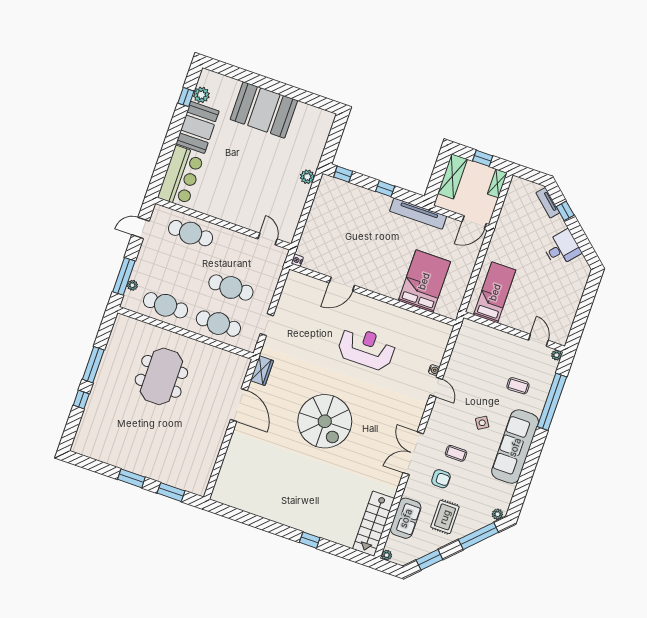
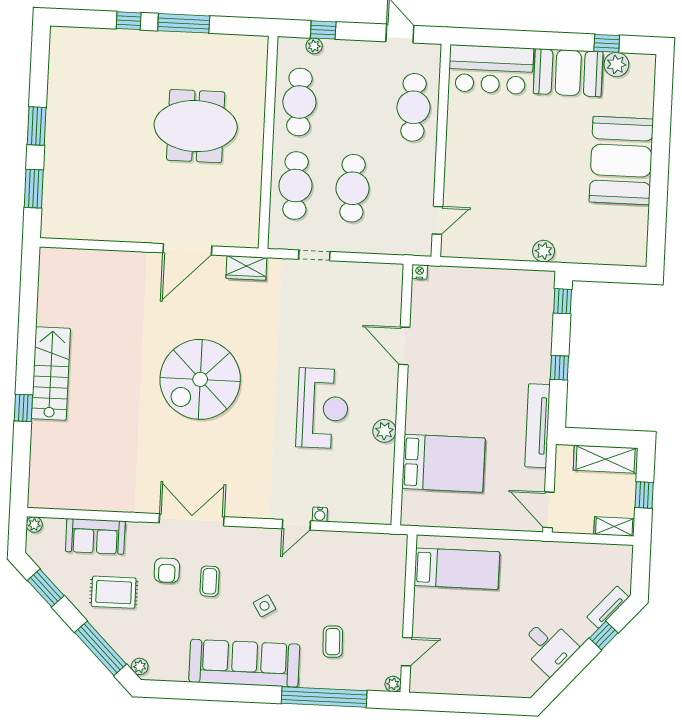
window: (124, 276) -> (323, 30), width x0.46
plant: (393, 313) -> (384, 431), added
stairs: (374, 524) -> (51, 374), moved, turned 90

